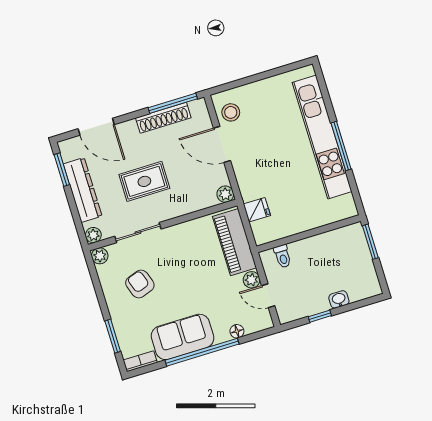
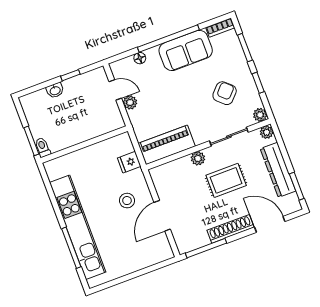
stool: (231, 112) -> (127, 201), moved
shoe rack: (163, 118) -> (231, 229), moved
door: (222, 144) -> (162, 216), swing flipped
window: (341, 146) -> (71, 248), moved
plant: (225, 194) -> (198, 158), moved
piano: (235, 242) -> (167, 145), moved, turned -90
toilet: (283, 256) -> (43, 147), moved
armchair: (140, 284) -> (225, 93), turned -118
window: (100, 294) -> (258, 83), added

